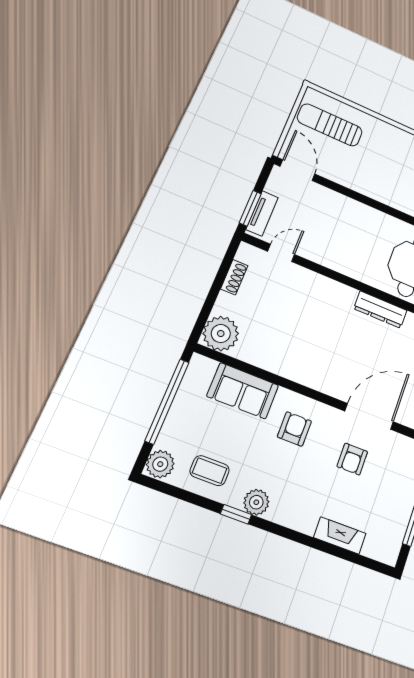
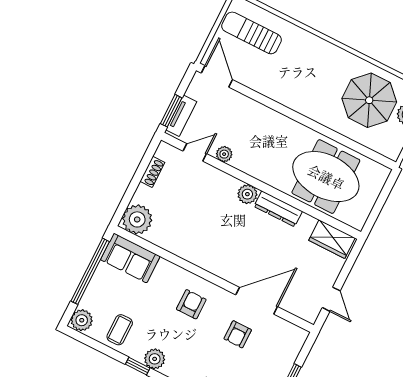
plant: (314, 253) -> (224, 154), added
plant: (345, 296) -> (247, 194), added
sofa: (243, 391) -> (130, 258), moved
coffee table: (210, 471) -> (120, 330), turned 90

